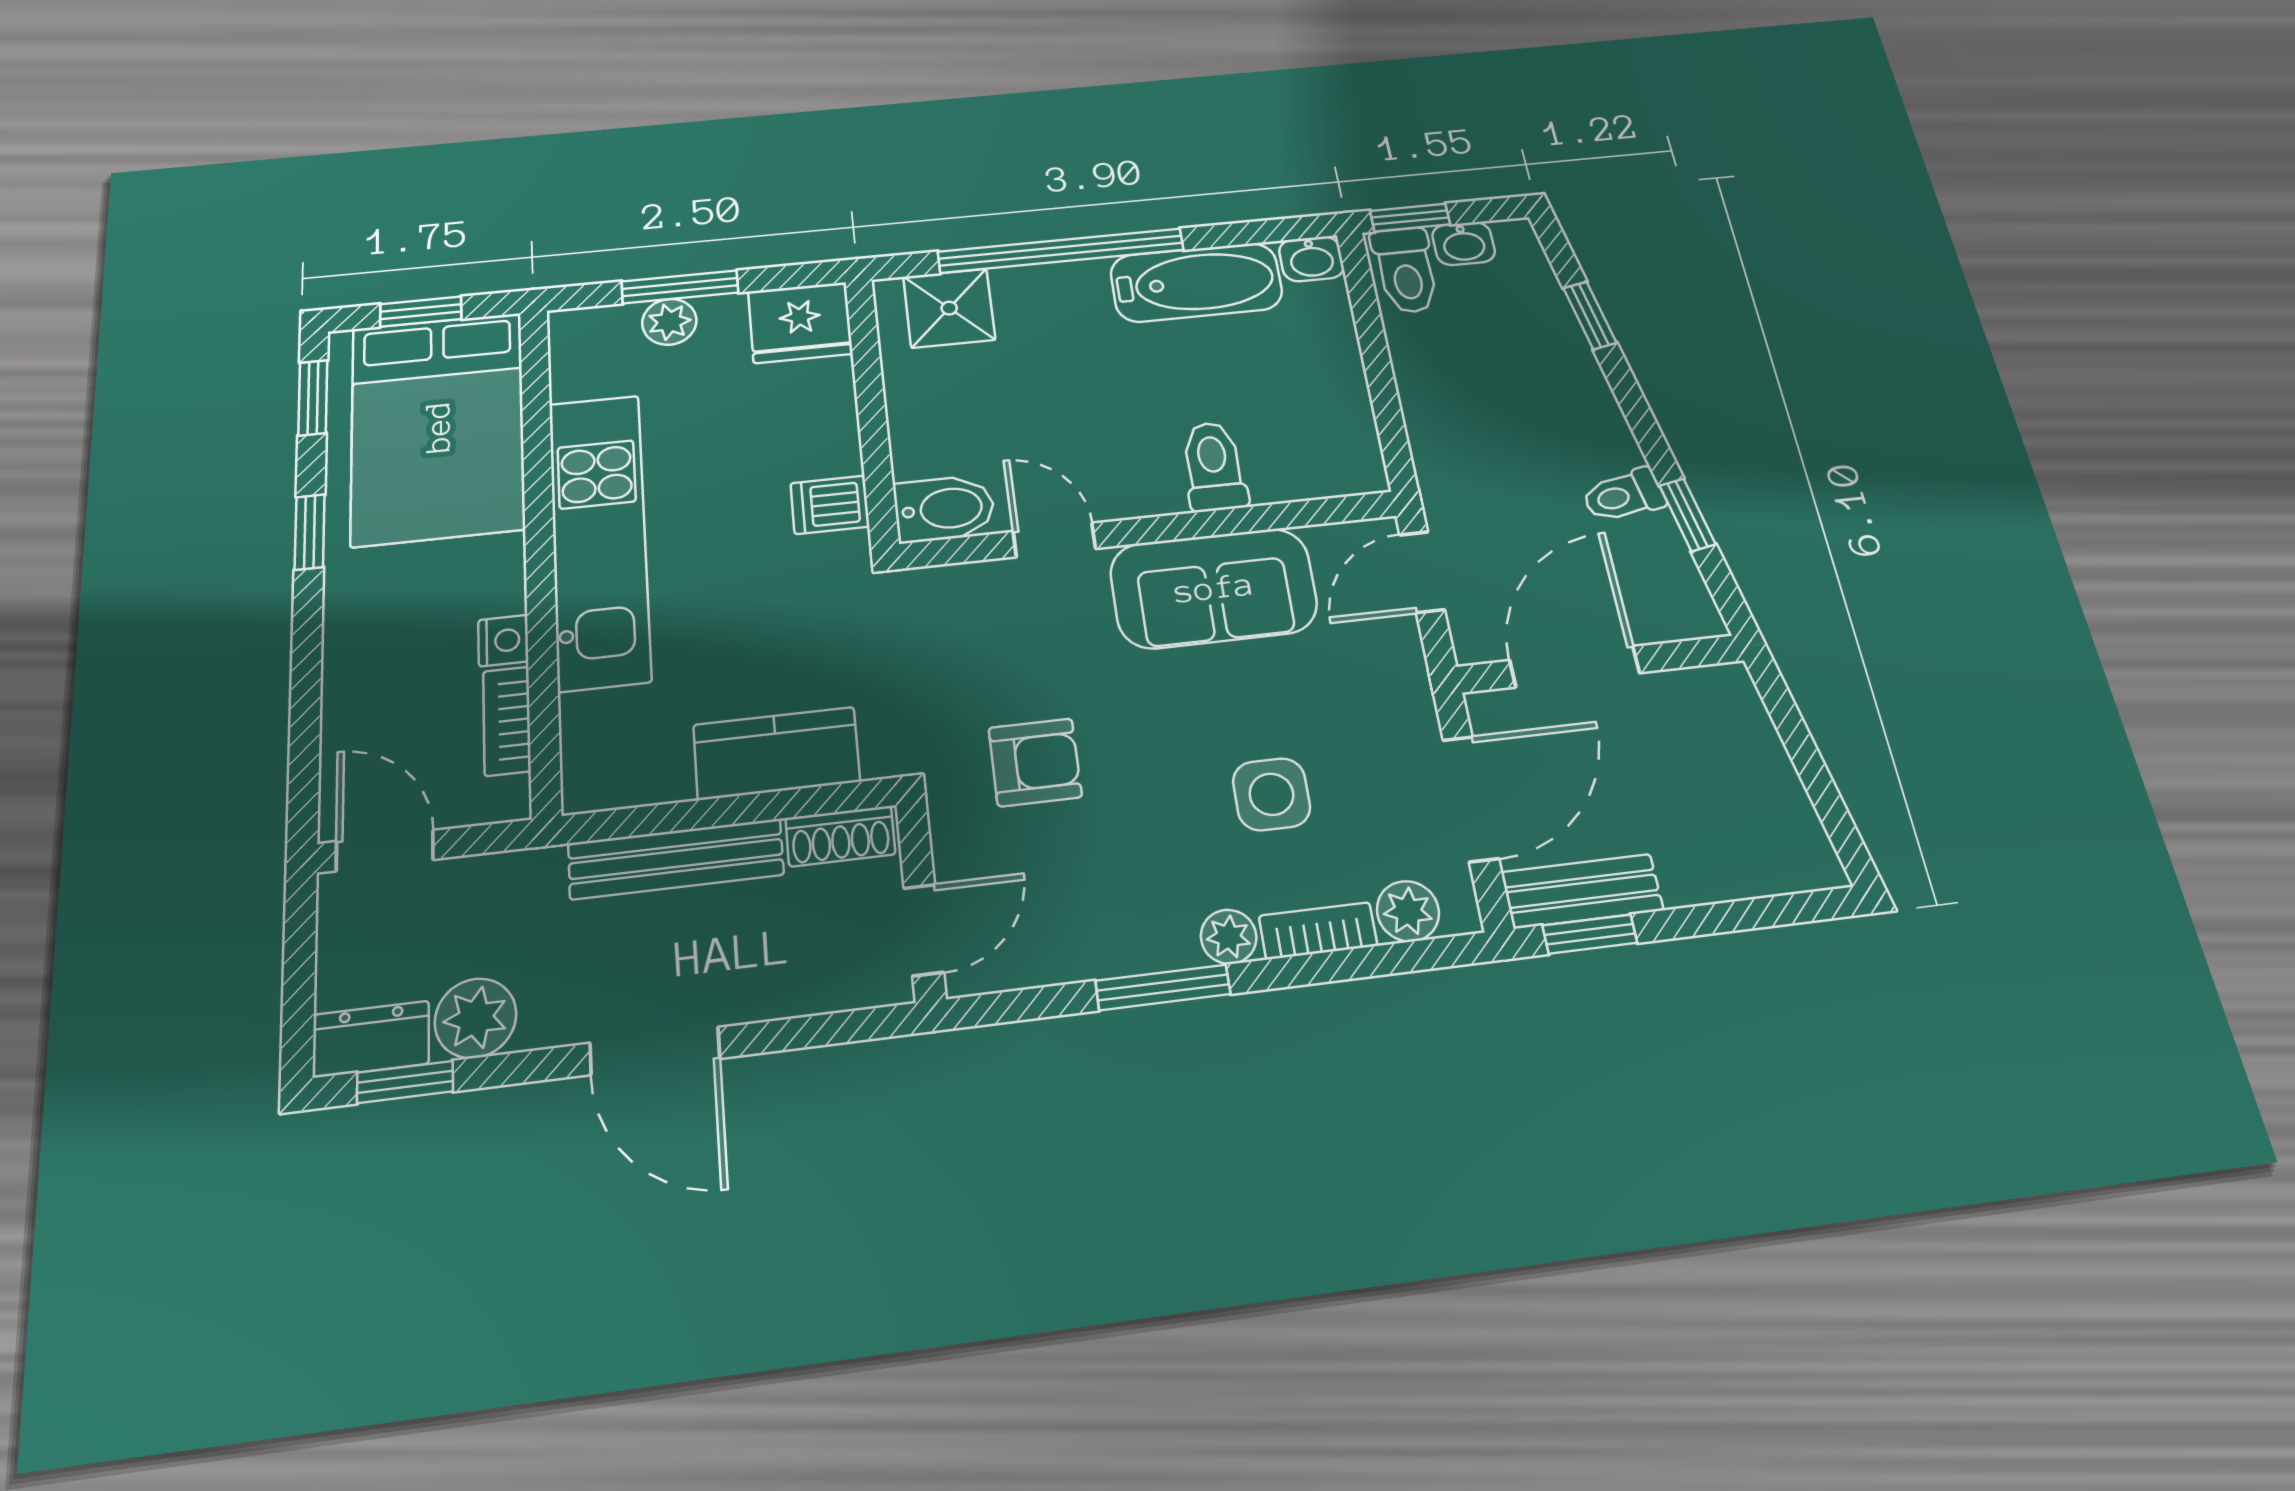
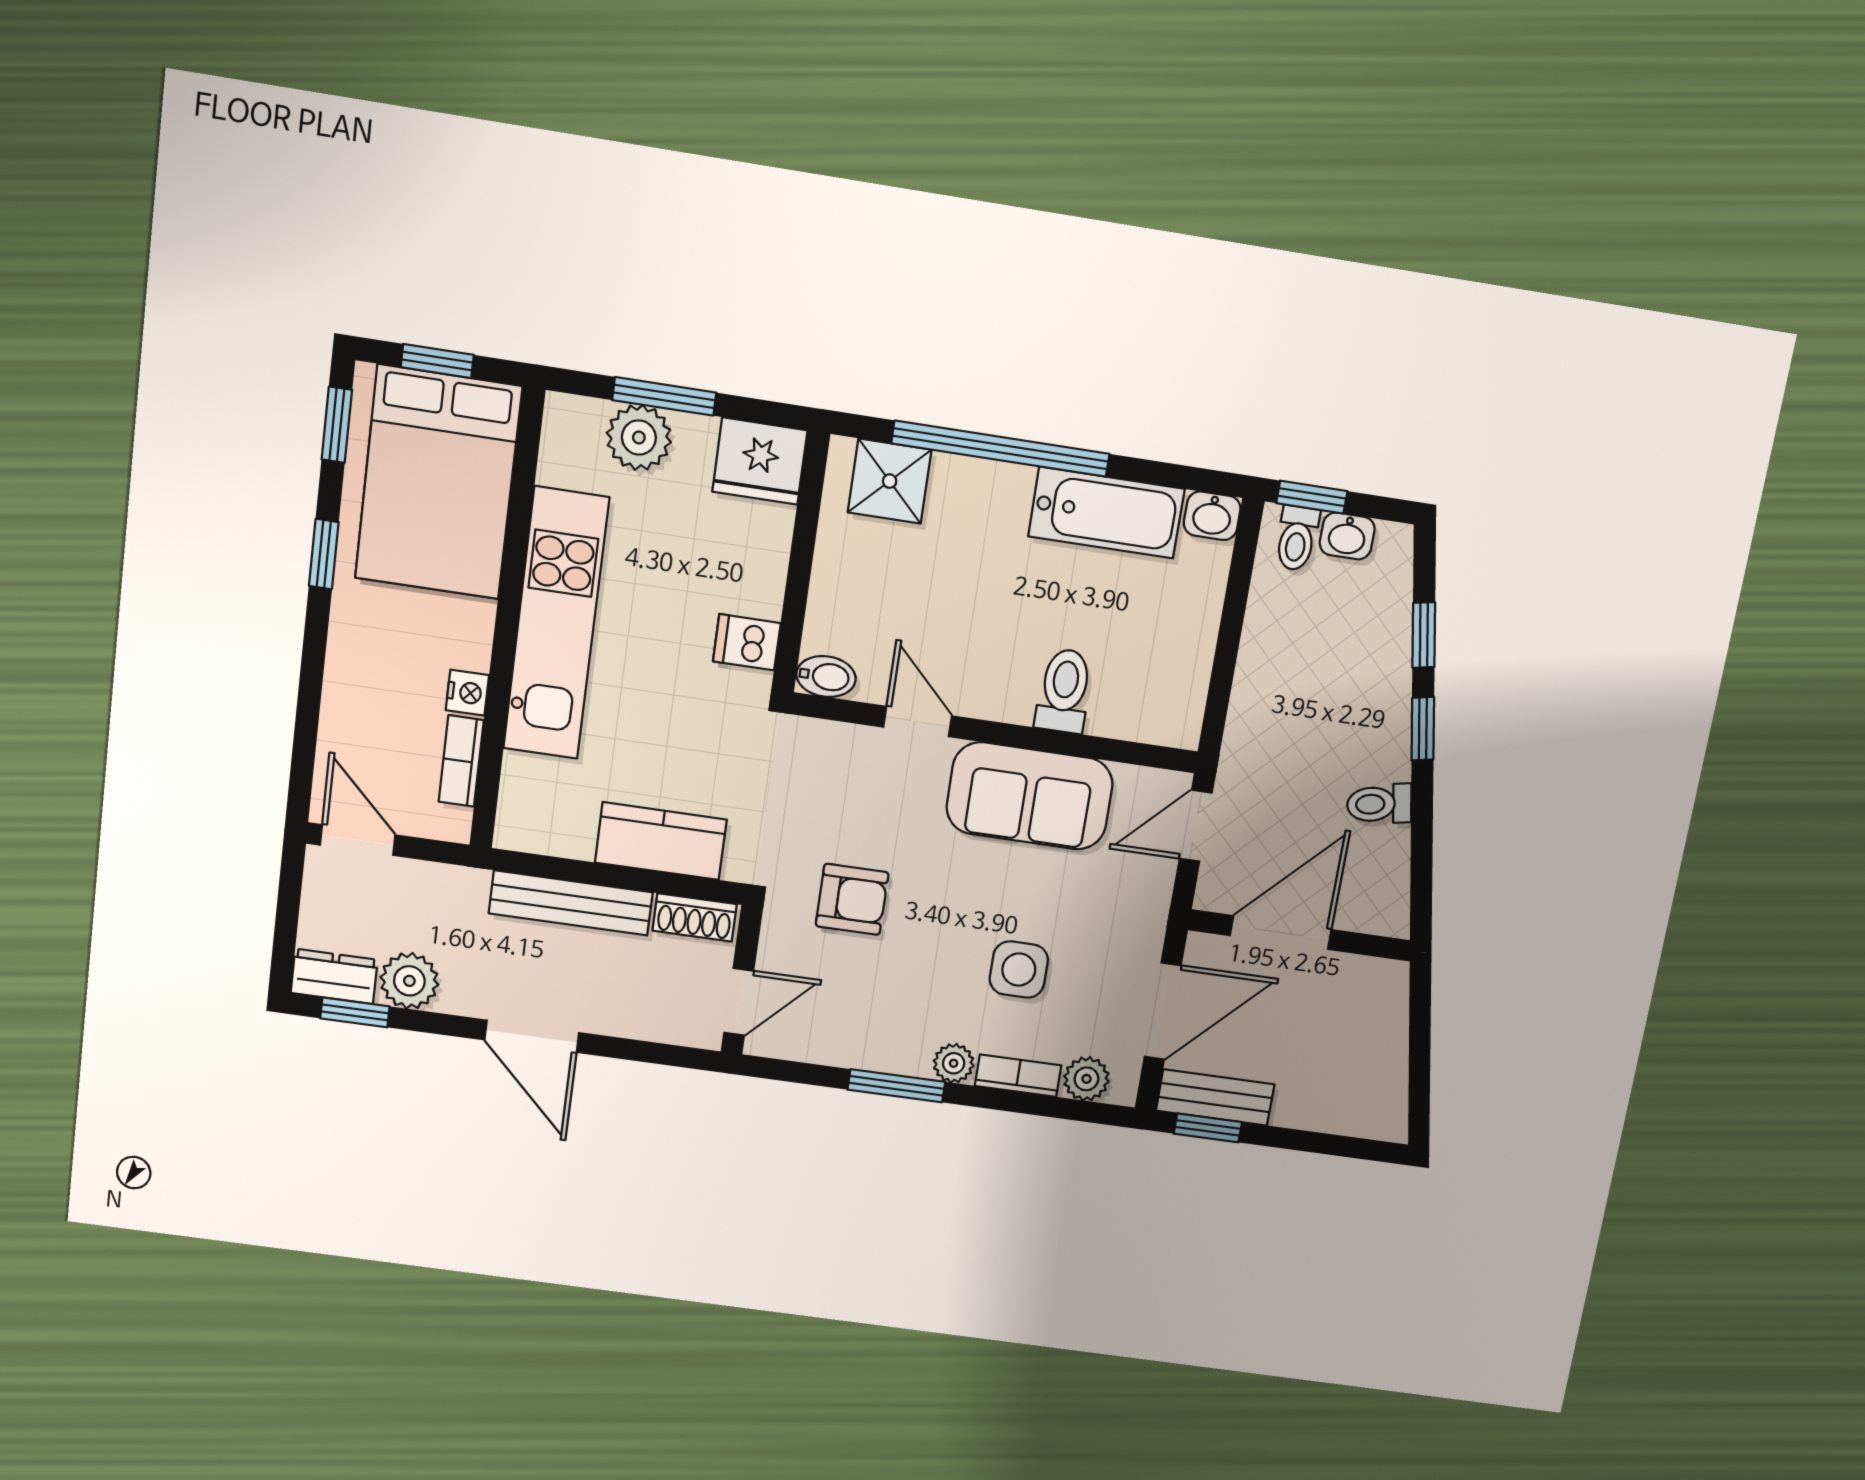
toilet: (1406, 270) -> (1297, 538), width x0.73, depth x0.72
plant: (669, 322) -> (639, 437), width x1.38, depth x1.38
bidet: (944, 509) -> (826, 677), width x0.72, depth x0.74
window: (1687, 515) -> (1423, 729), moved

